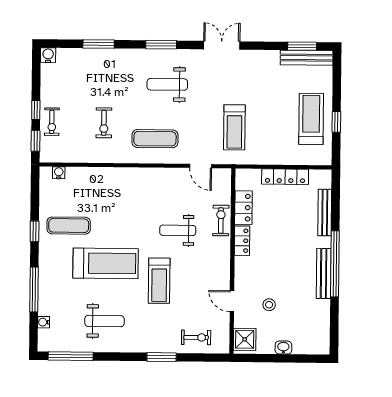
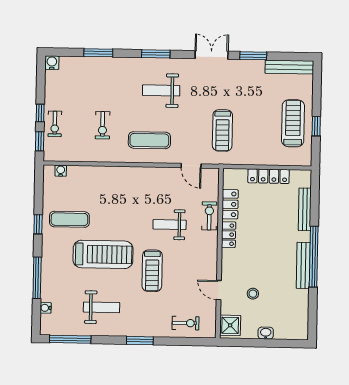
window: (302, 46) -> (253, 56), moved
window: (162, 357) -> (140, 341), moved

